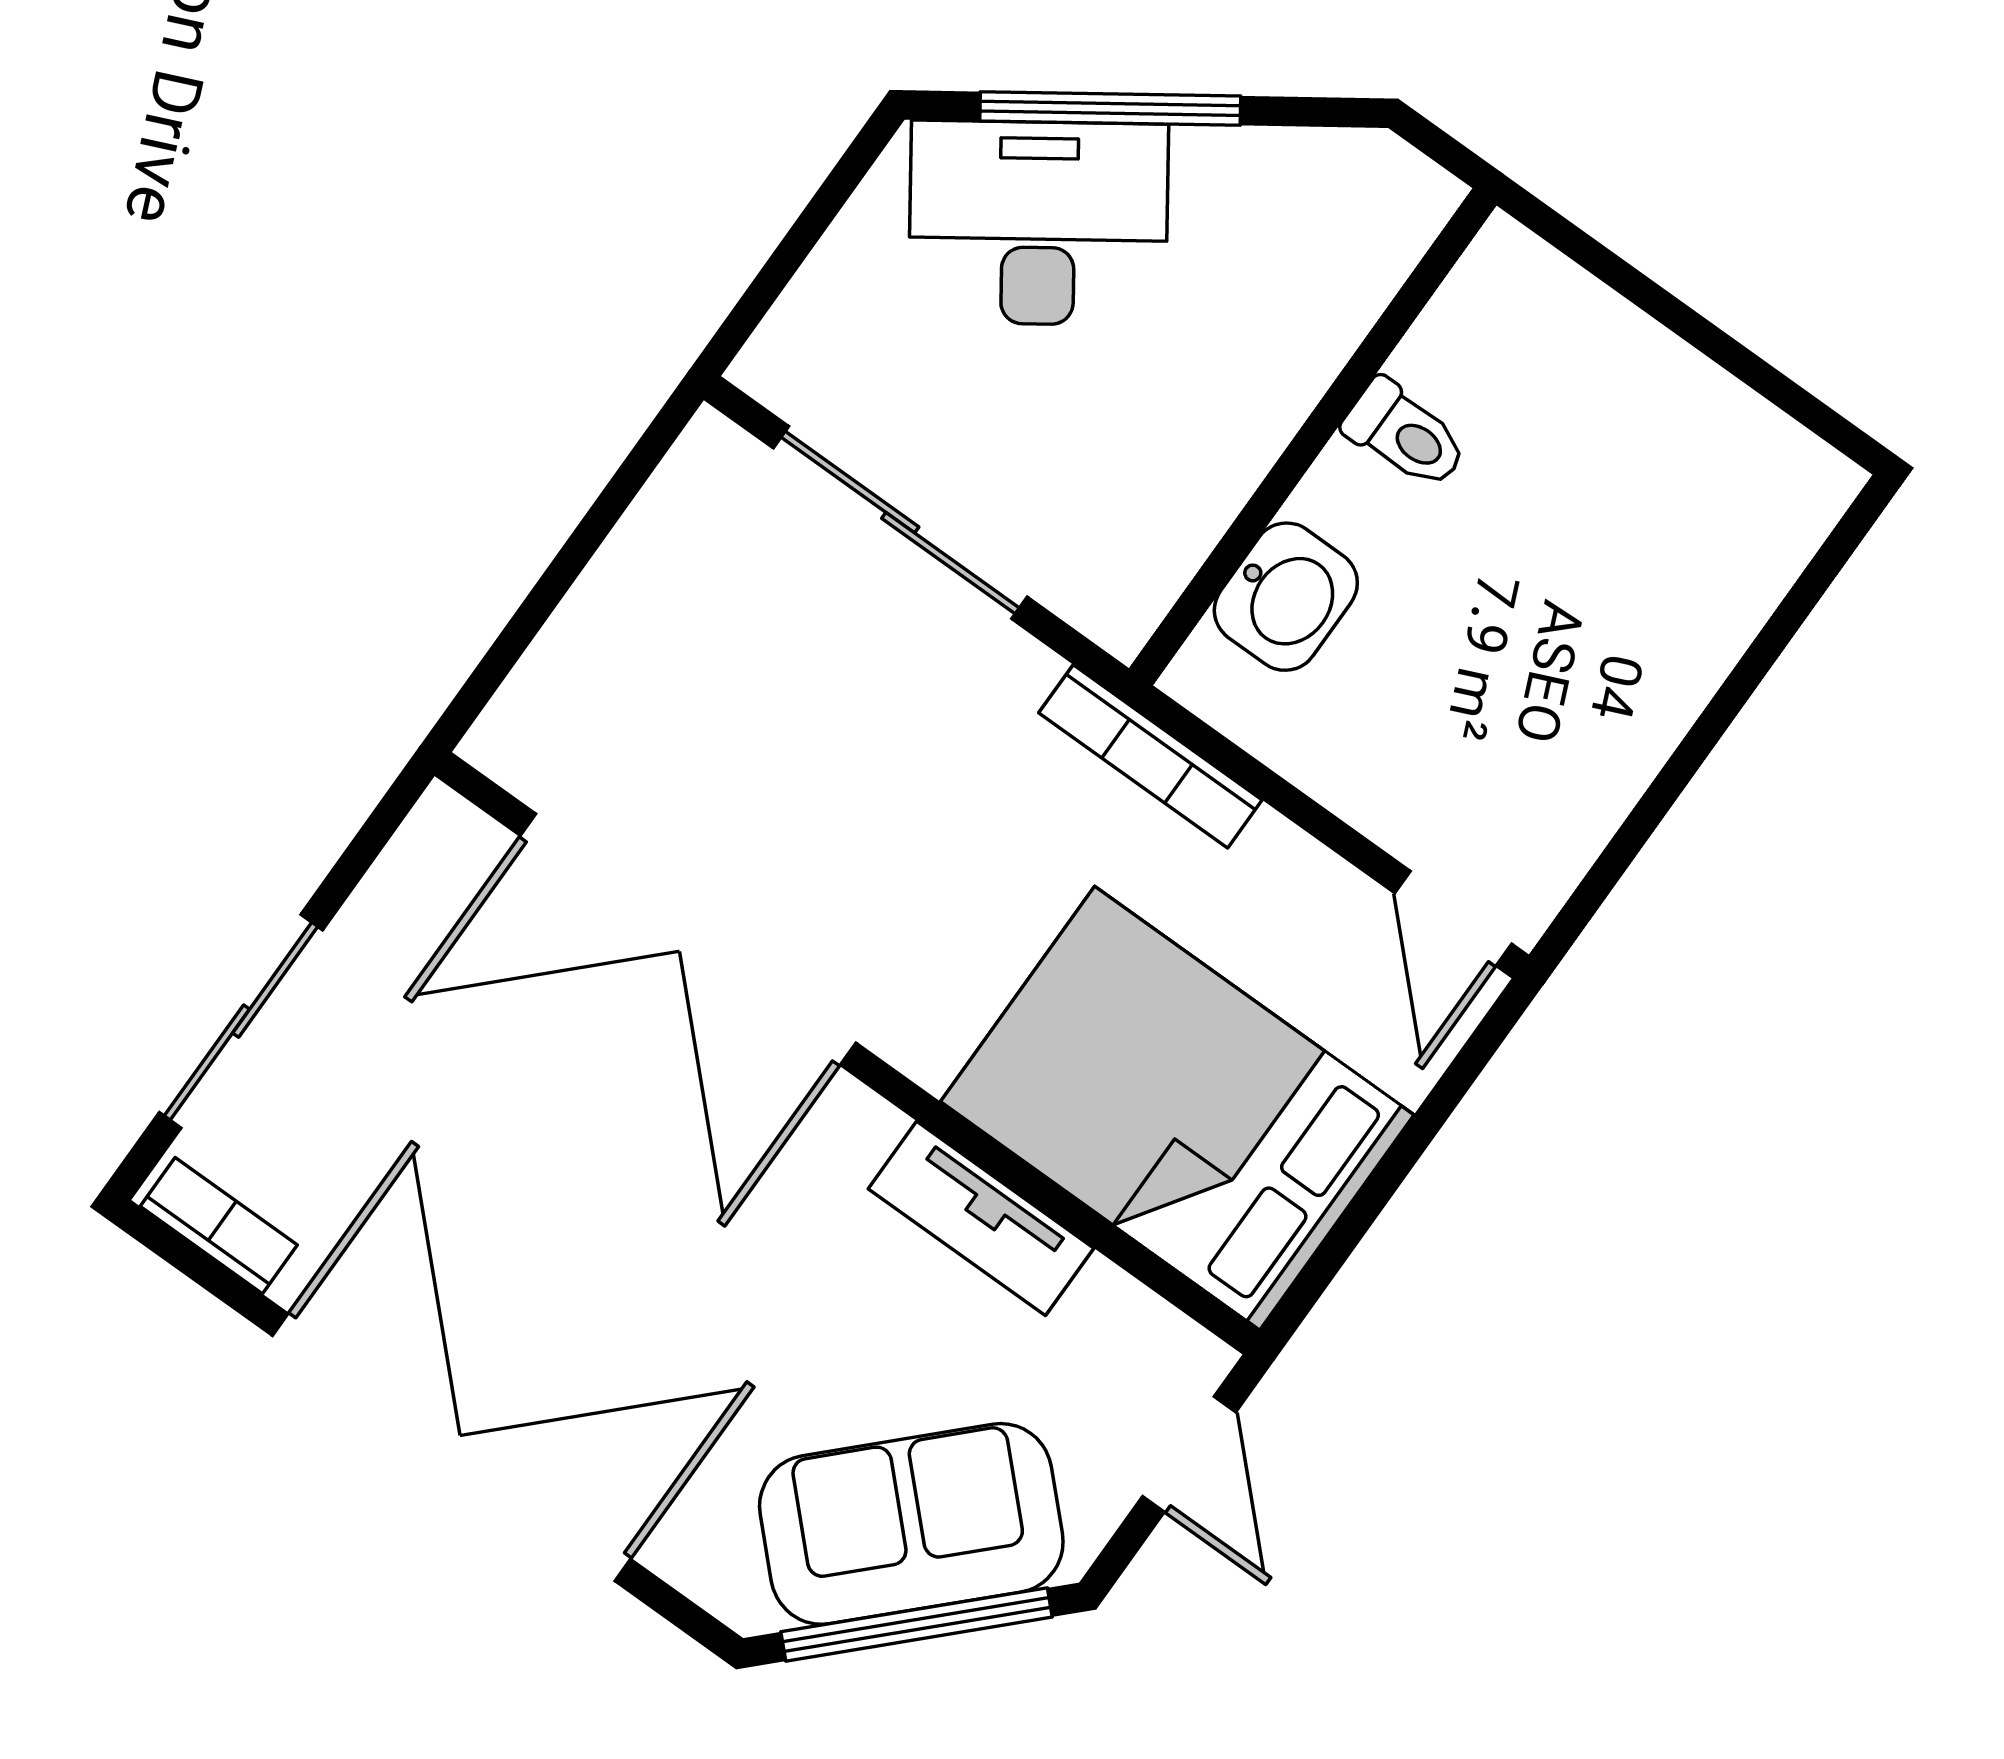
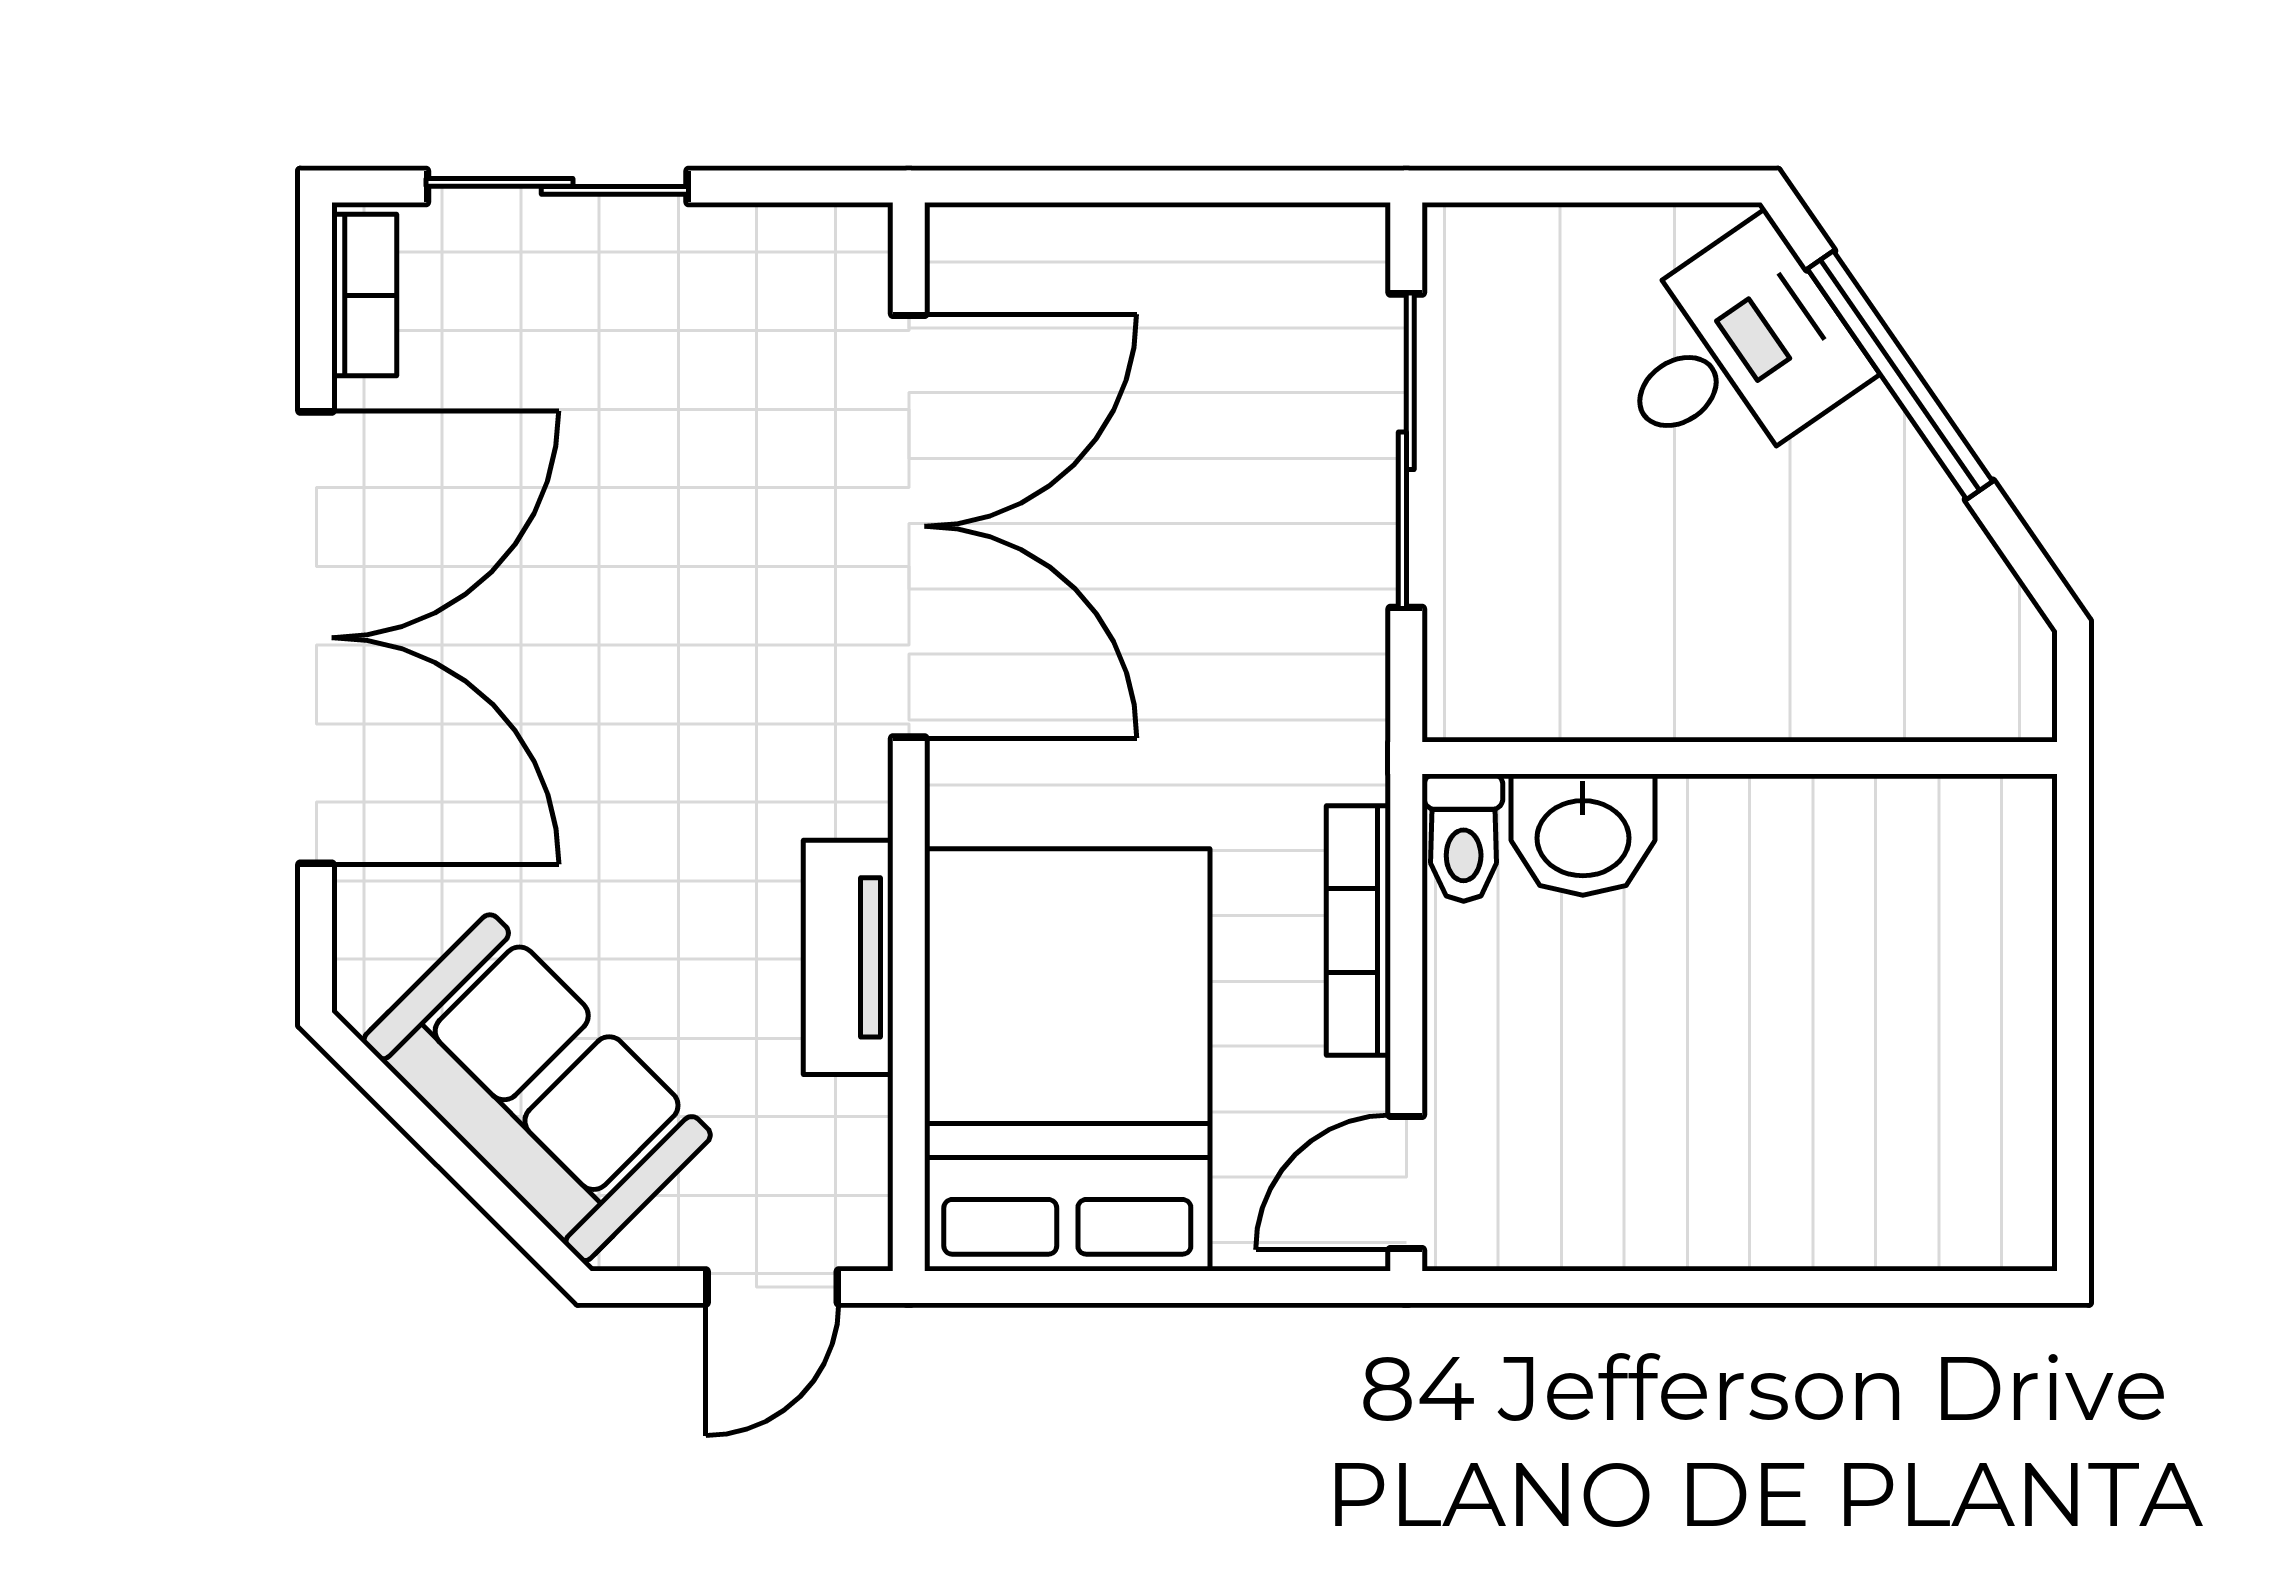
desk: (1038, 223) -> (1733, 353), width x0.73
toilet: (1405, 435) -> (1464, 838), moved
bookcase: (1150, 756) -> (1358, 931), moved
double door: (688, 939) -> (909, 526), swing flipped
window: (917, 1624) -> (453, 1155), removed

